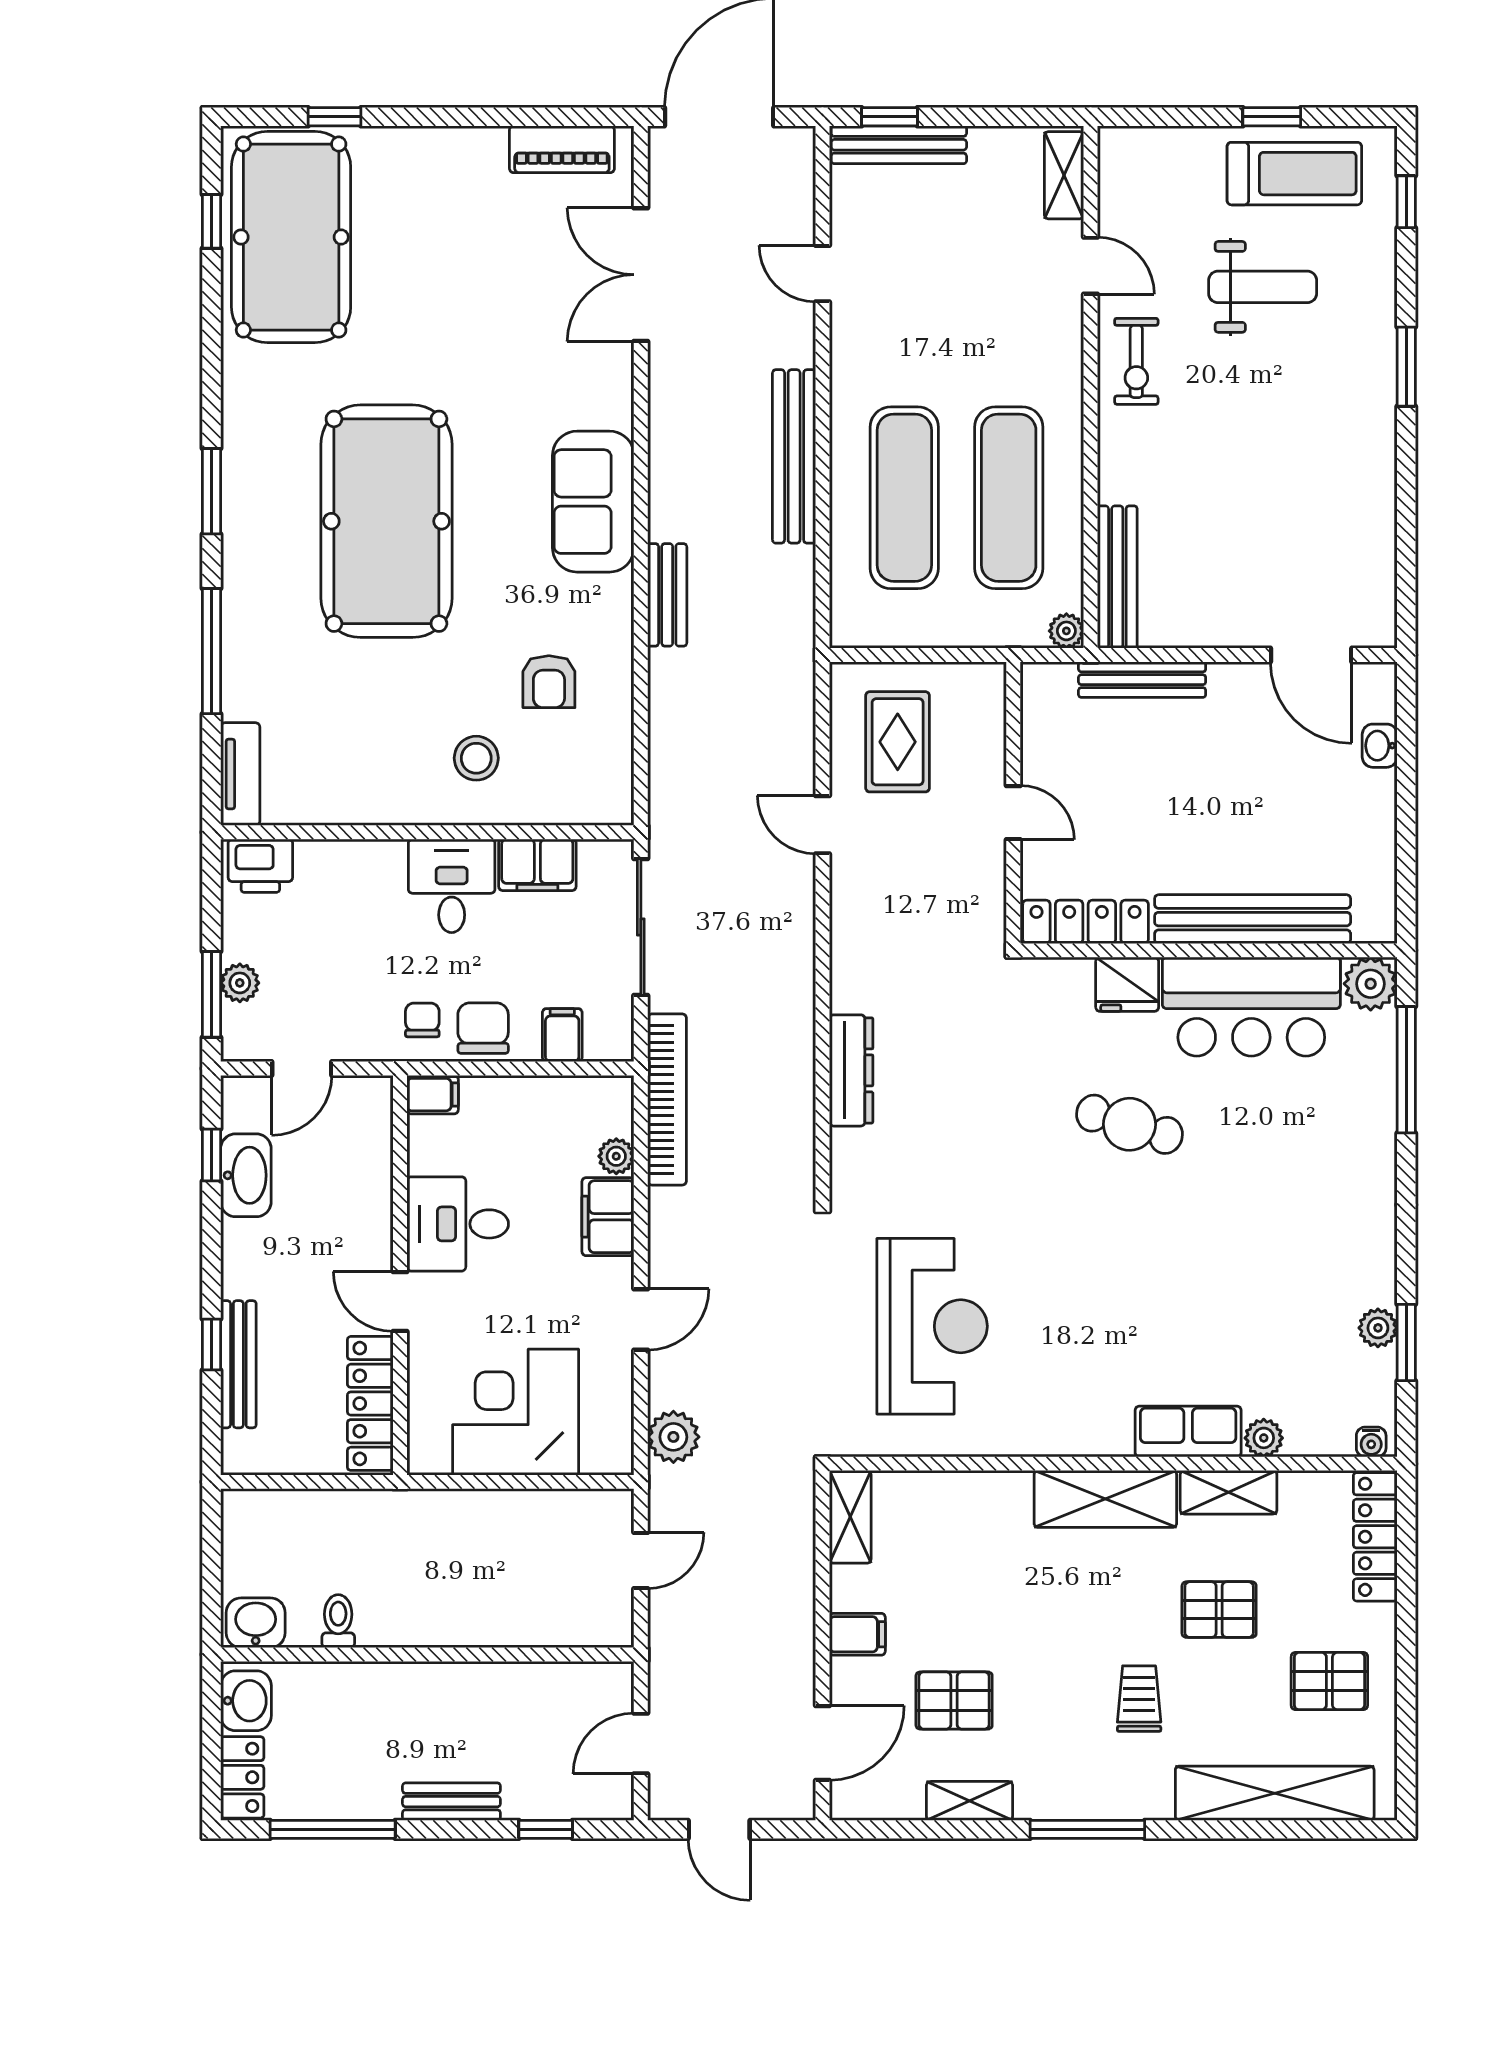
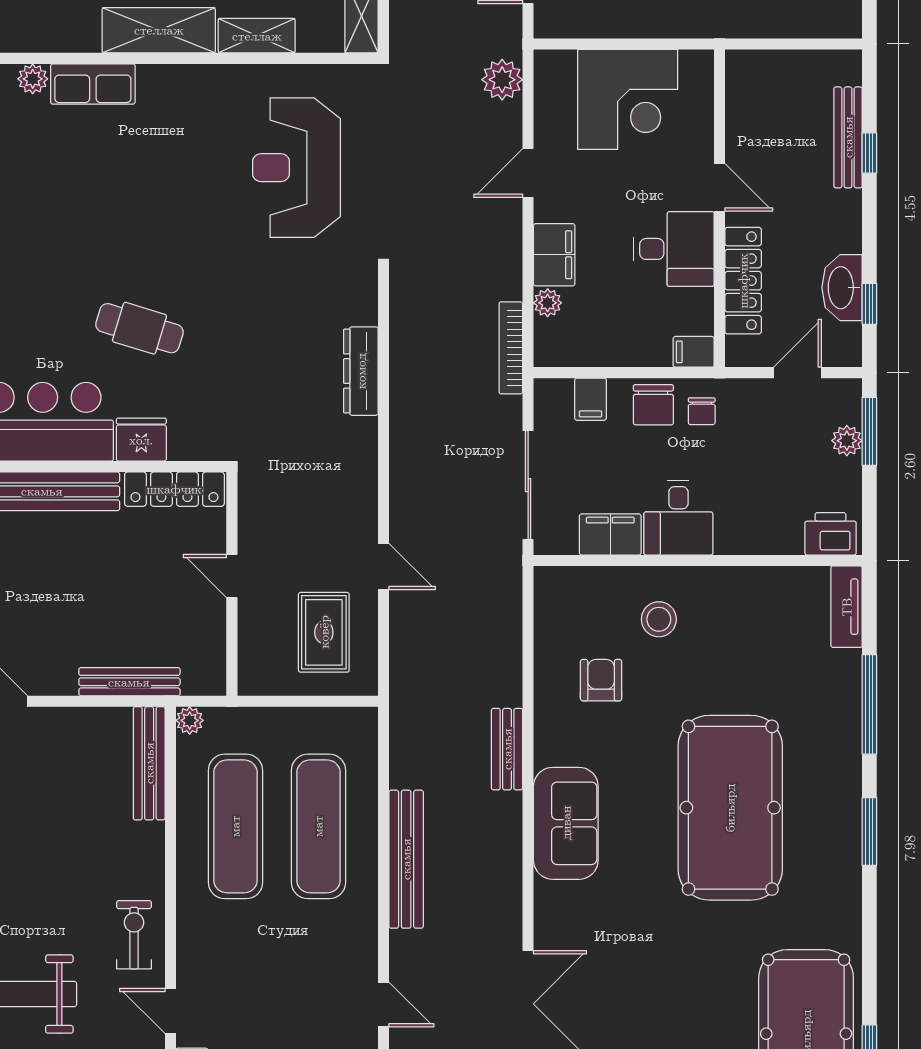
bookcase: (667, 1099) -> (511, 348), width x0.68, depth x0.76
locker: (370, 1403) -> (743, 281), moved
shelving: (1229, 1492) -> (257, 36), moved

